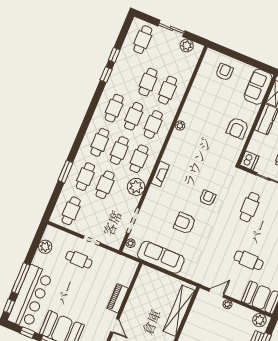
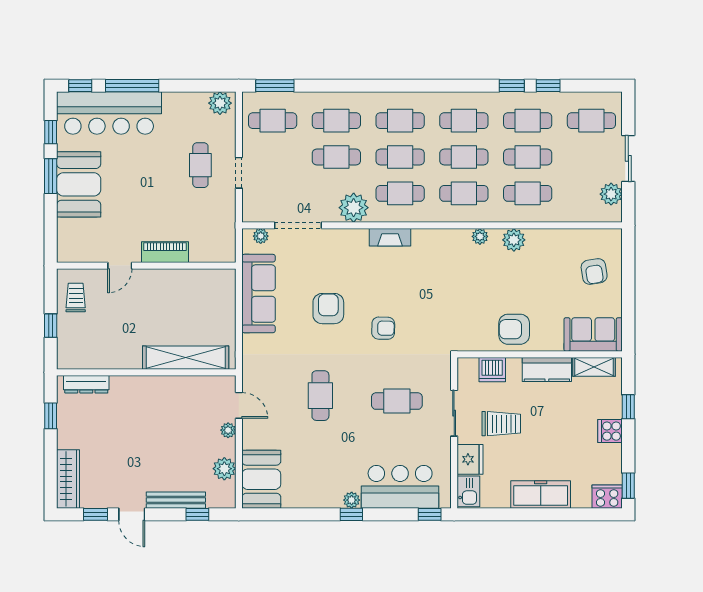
armchair: (224, 72) -> (594, 271), turned 81
cafe table: (128, 74) -> (528, 121), added
plant: (189, 108) -> (514, 240), added
dishwasher: (249, 161) -> (492, 370), moved
window: (65, 172) -> (275, 86), moved
plant: (45, 247) -> (220, 103), moved
cafe table: (249, 260) -> (320, 396), moved
plant: (259, 320) -> (224, 469), moved

